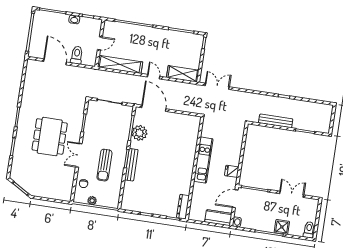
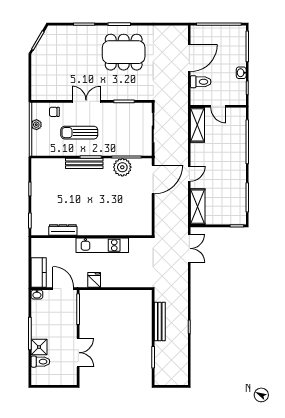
shelving: (120, 64) -> (197, 125), width x0.68
dining table: (50, 137) -> (124, 52), moved
dresser: (183, 207) -> (63, 230), moved
toilet: (309, 230) -> (40, 362), moved

